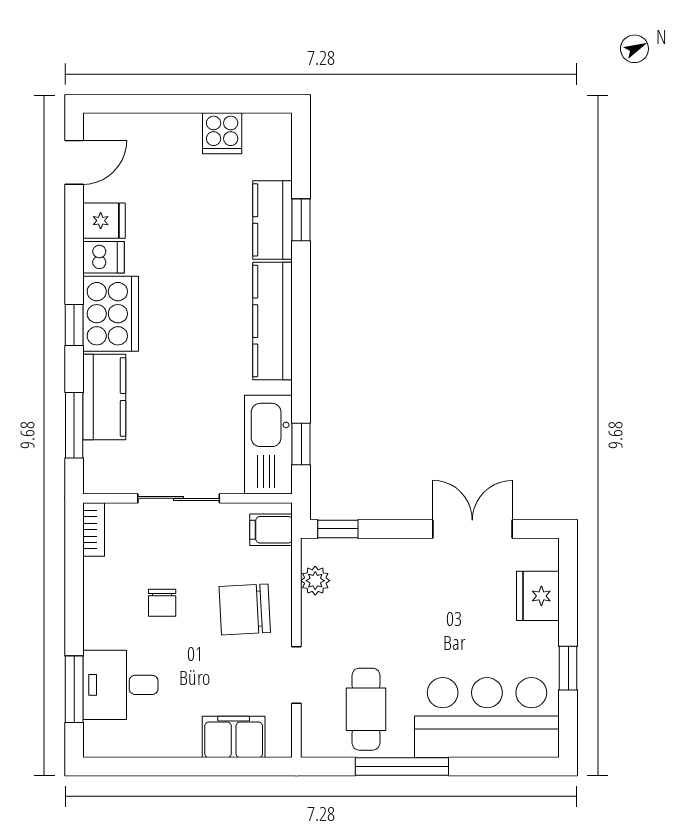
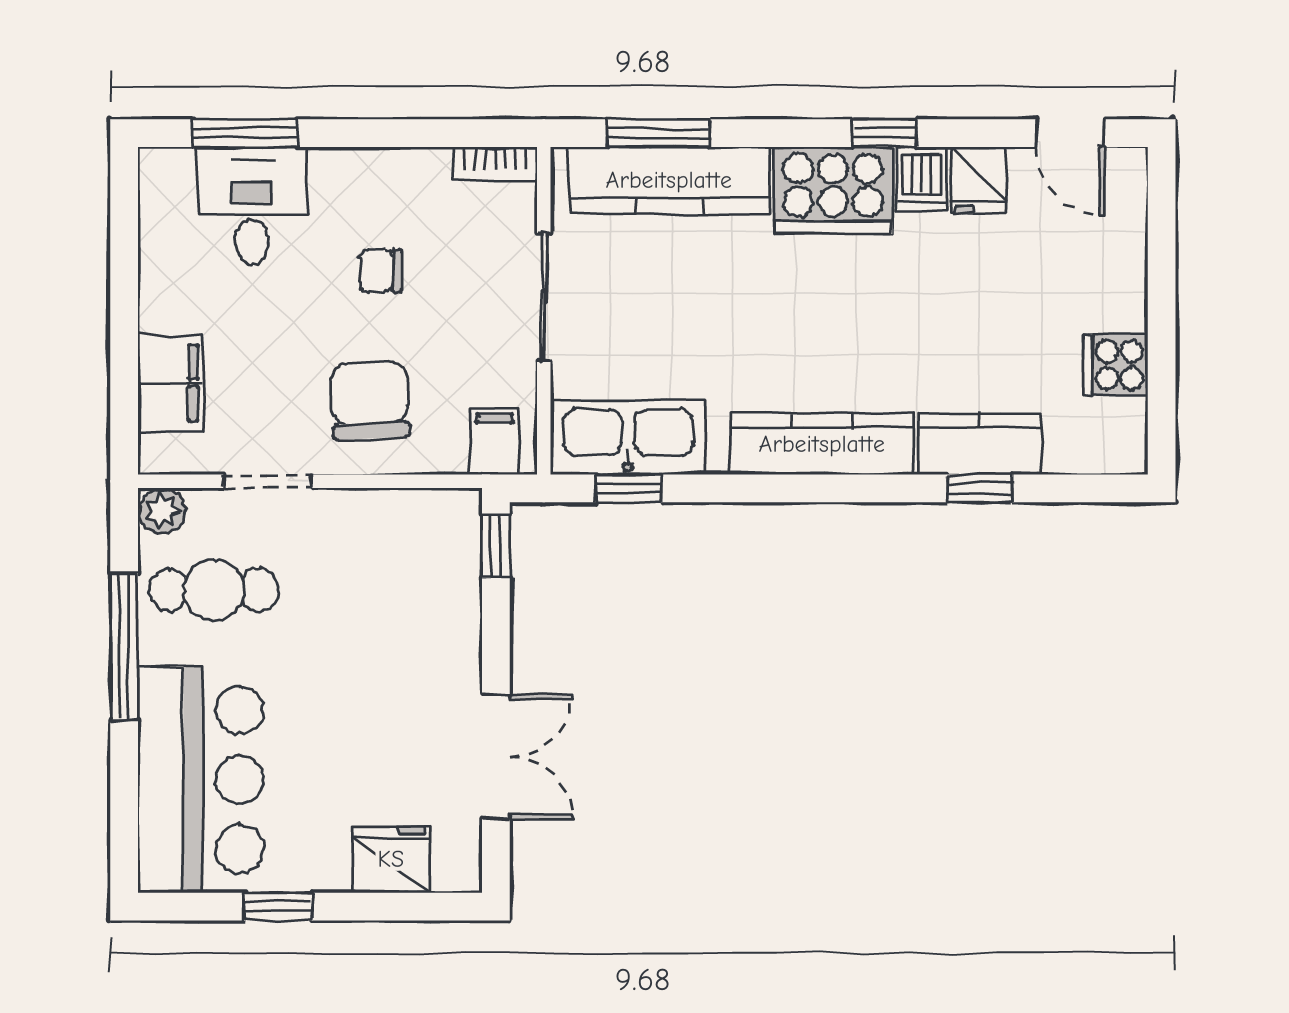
window: (74, 325) -> (884, 133), moved
kitchen counter: (104, 397) -> (669, 180), width x1.50
plant: (315, 581) -> (162, 511), moved

